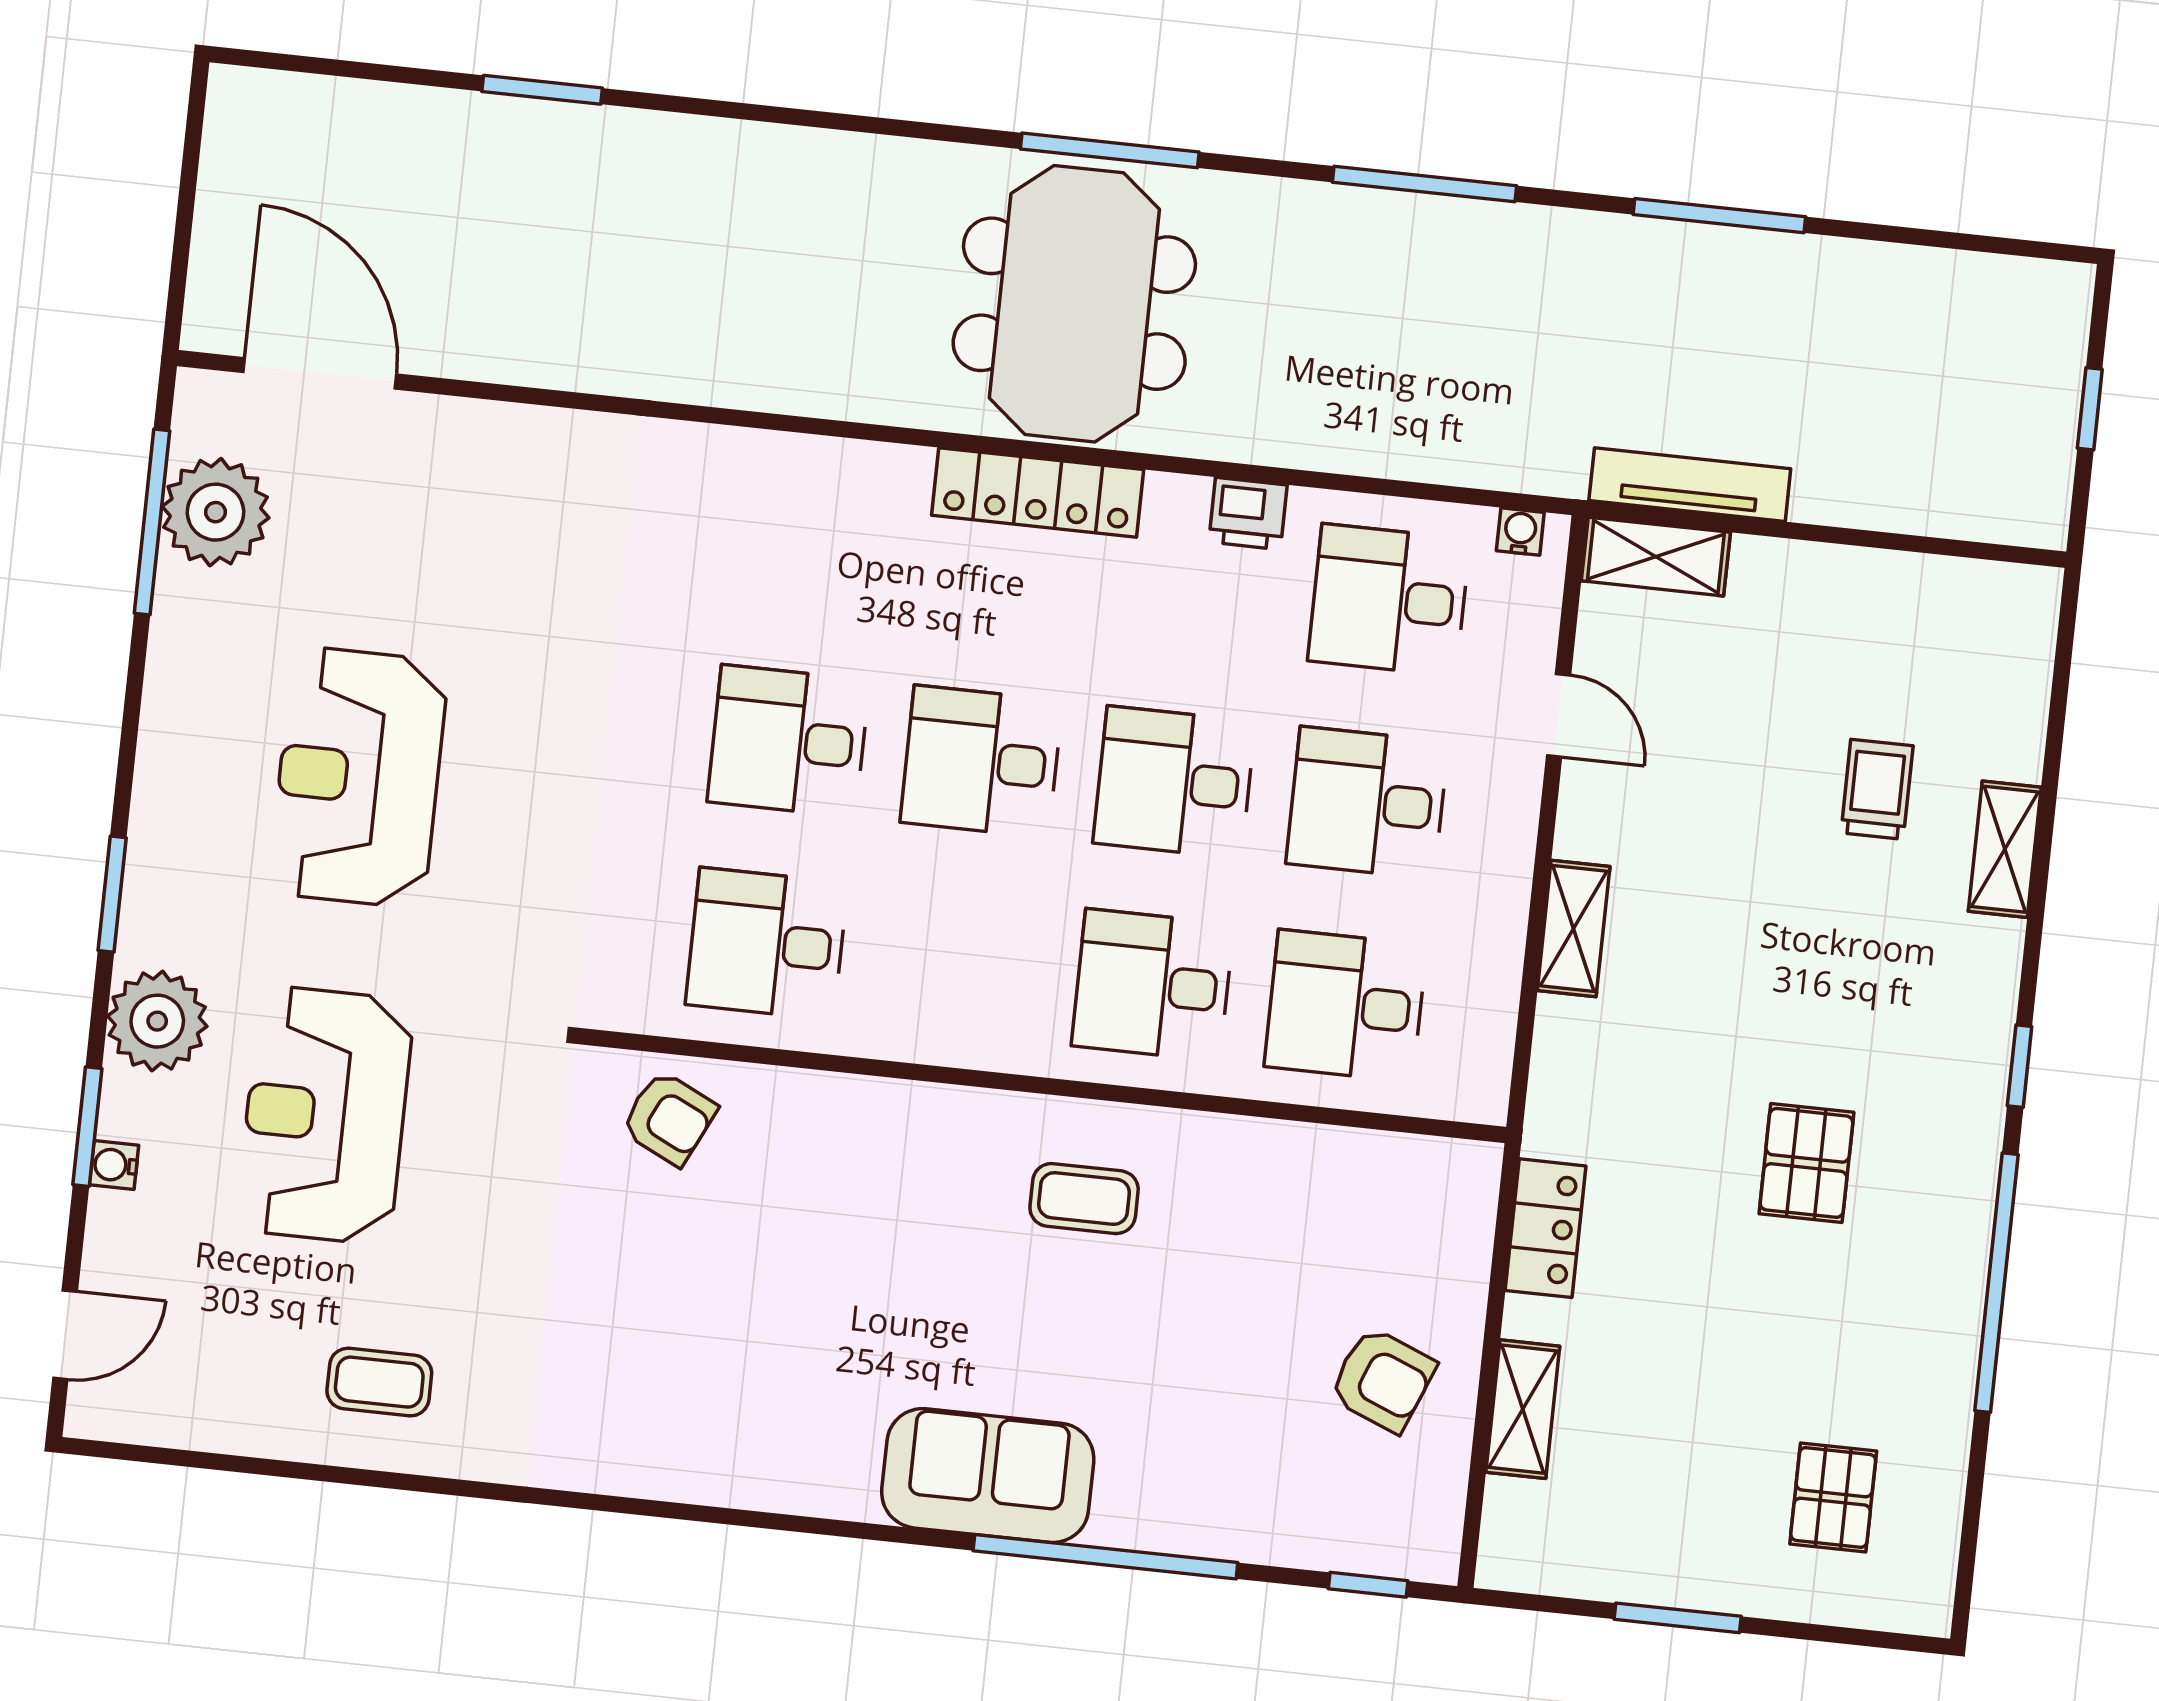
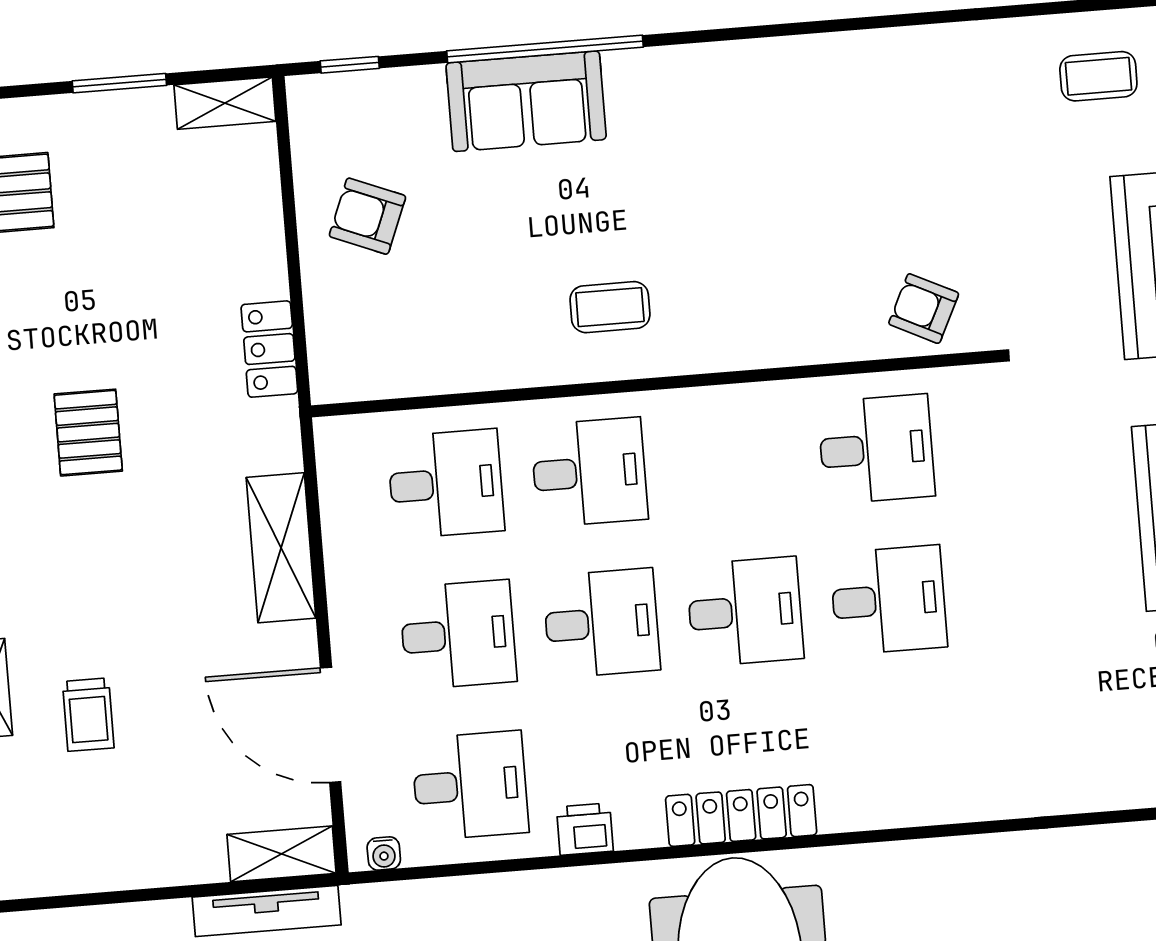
door: (1559, 715) -> (331, 725), width x1.88
shelving: (1574, 928) -> (281, 548), width x1.50, depth x1.33
shelving: (1523, 1409) -> (225, 103), moved, turned 90
sofa: (988, 1476) -> (526, 101), moved

